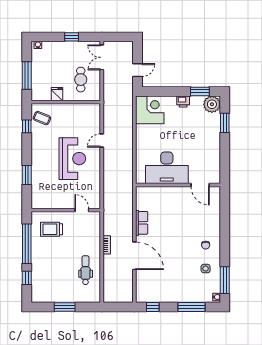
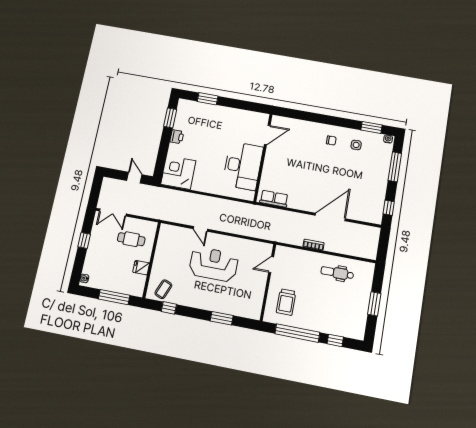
plant: (212, 104) -> (186, 108), removed
row of seats: (142, 223) -> (274, 199), moved
window: (225, 280) -> (371, 127), width x0.69

